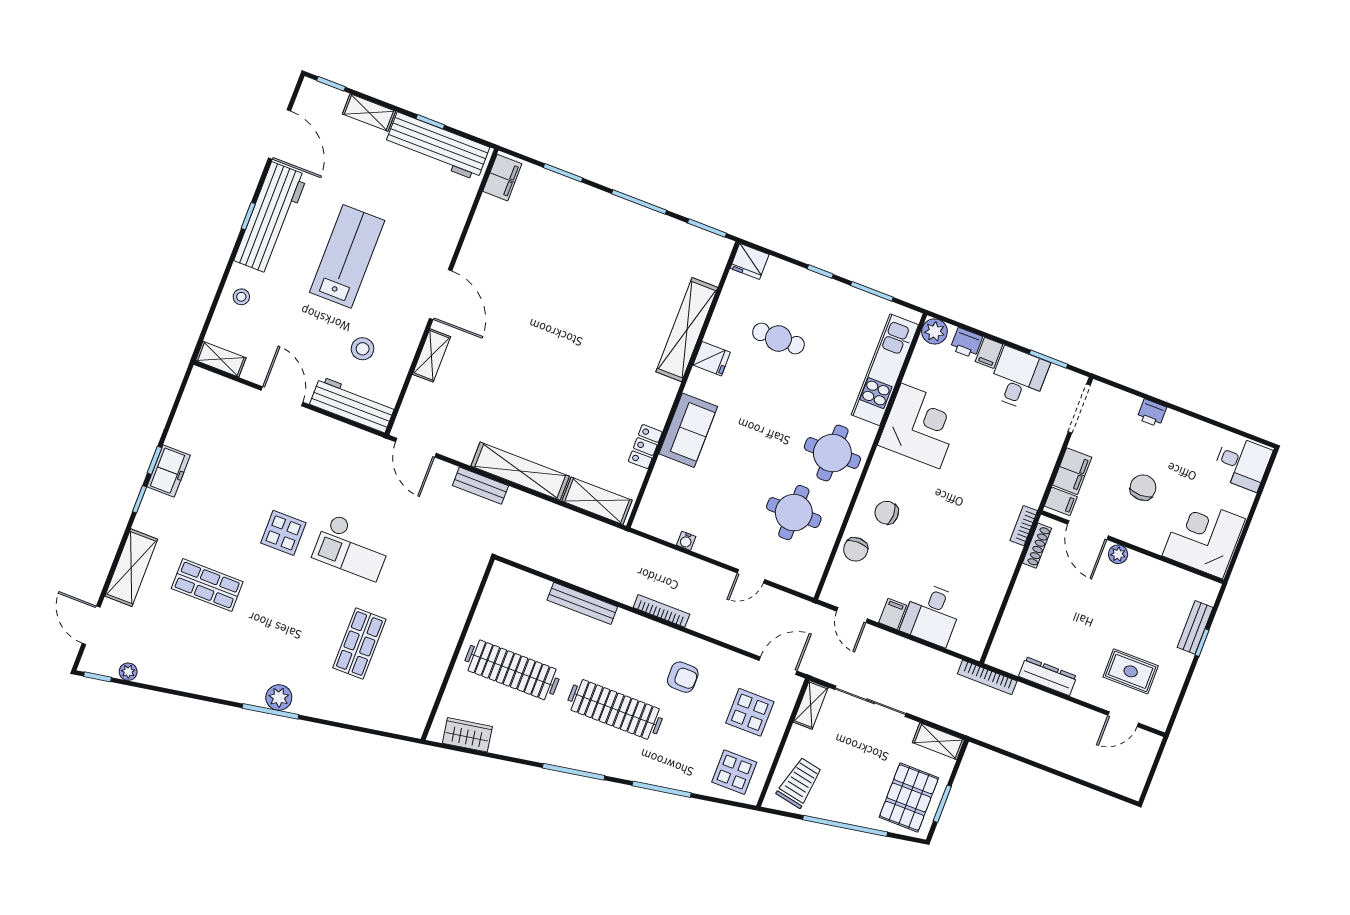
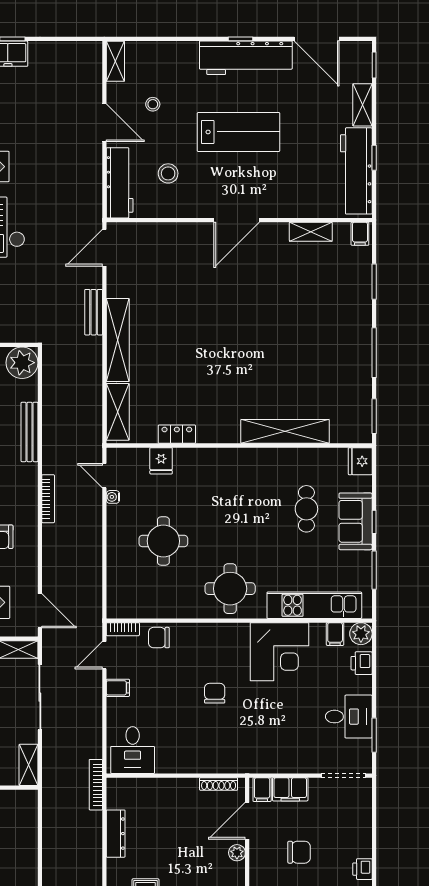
door: (280, 134) -> (317, 39), hinge flipped
filing cabinet: (502, 178) -> (360, 234), width x0.50
stool: (241, 297) -> (153, 104), moved
filing cabinet: (989, 353) -> (335, 634), moved, turned -90
shelving: (431, 355) -> (311, 232), moved
fridge: (712, 359) -> (161, 461), moved
door: (282, 396) -> (104, 123), hinge flipped
printer: (1152, 413) -> (362, 869), moved
sofa: (688, 430) -> (356, 521), moved, turned 90
round table: (794, 513) -> (163, 541), moved
chair: (887, 513) -> (215, 693), moved
bookcase: (1024, 526) -> (123, 629), moved, turned 180
door: (751, 576) -> (104, 476), moved
plant: (505, 583) -> (22, 363), added
desk: (932, 614) -> (133, 750), moved, turned -90

